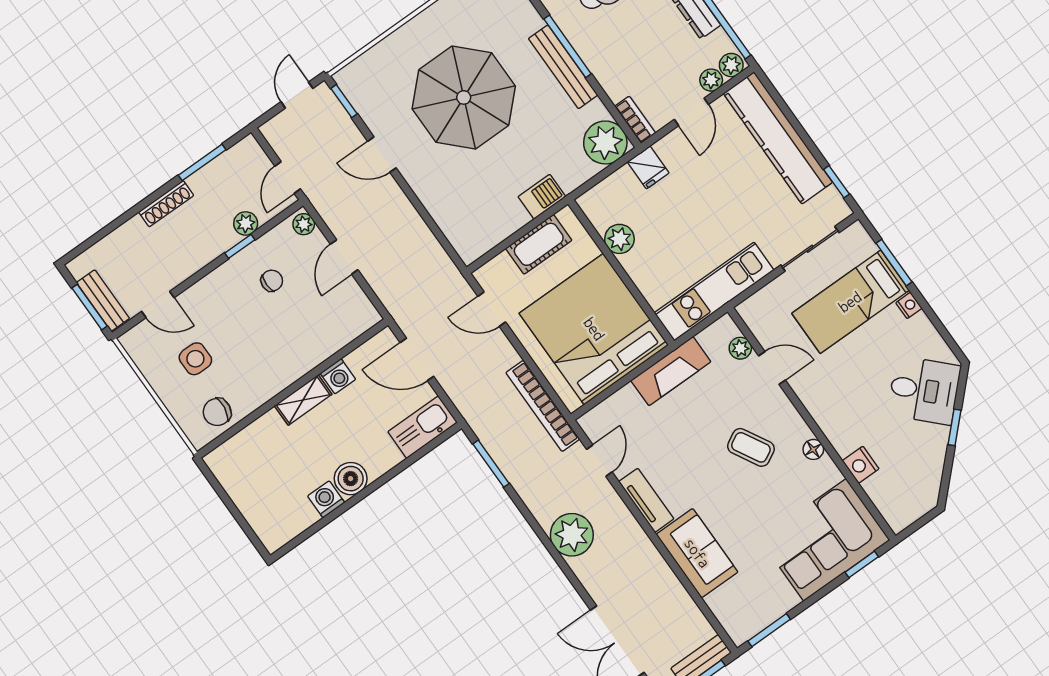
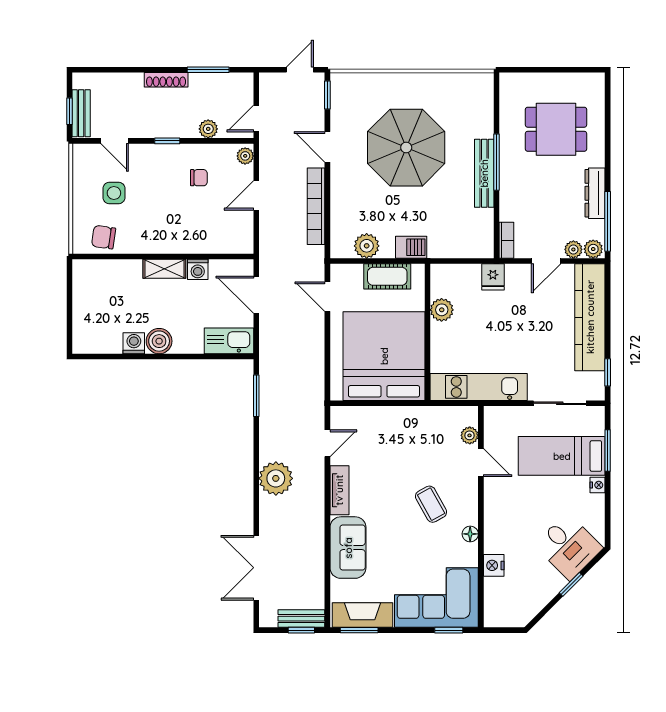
plant: (605, 142) -> (367, 246), moved, width x0.73, depth x0.73
window: (240, 246) -> (167, 141), moved
window: (89, 307) -> (69, 111), width x0.67
fireplace: (671, 371) -> (363, 615), moved, turned 180
bookcase: (543, 406) -> (316, 206), moved

